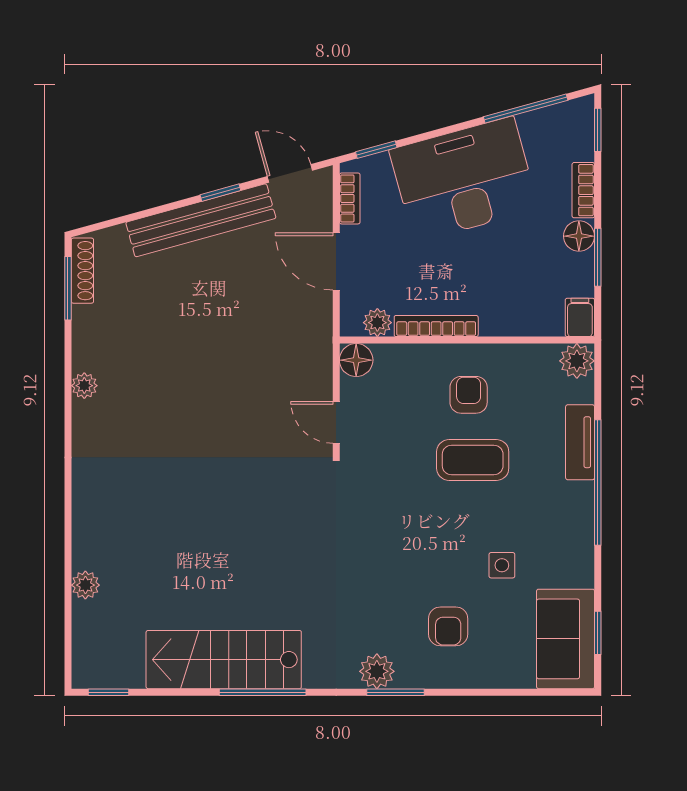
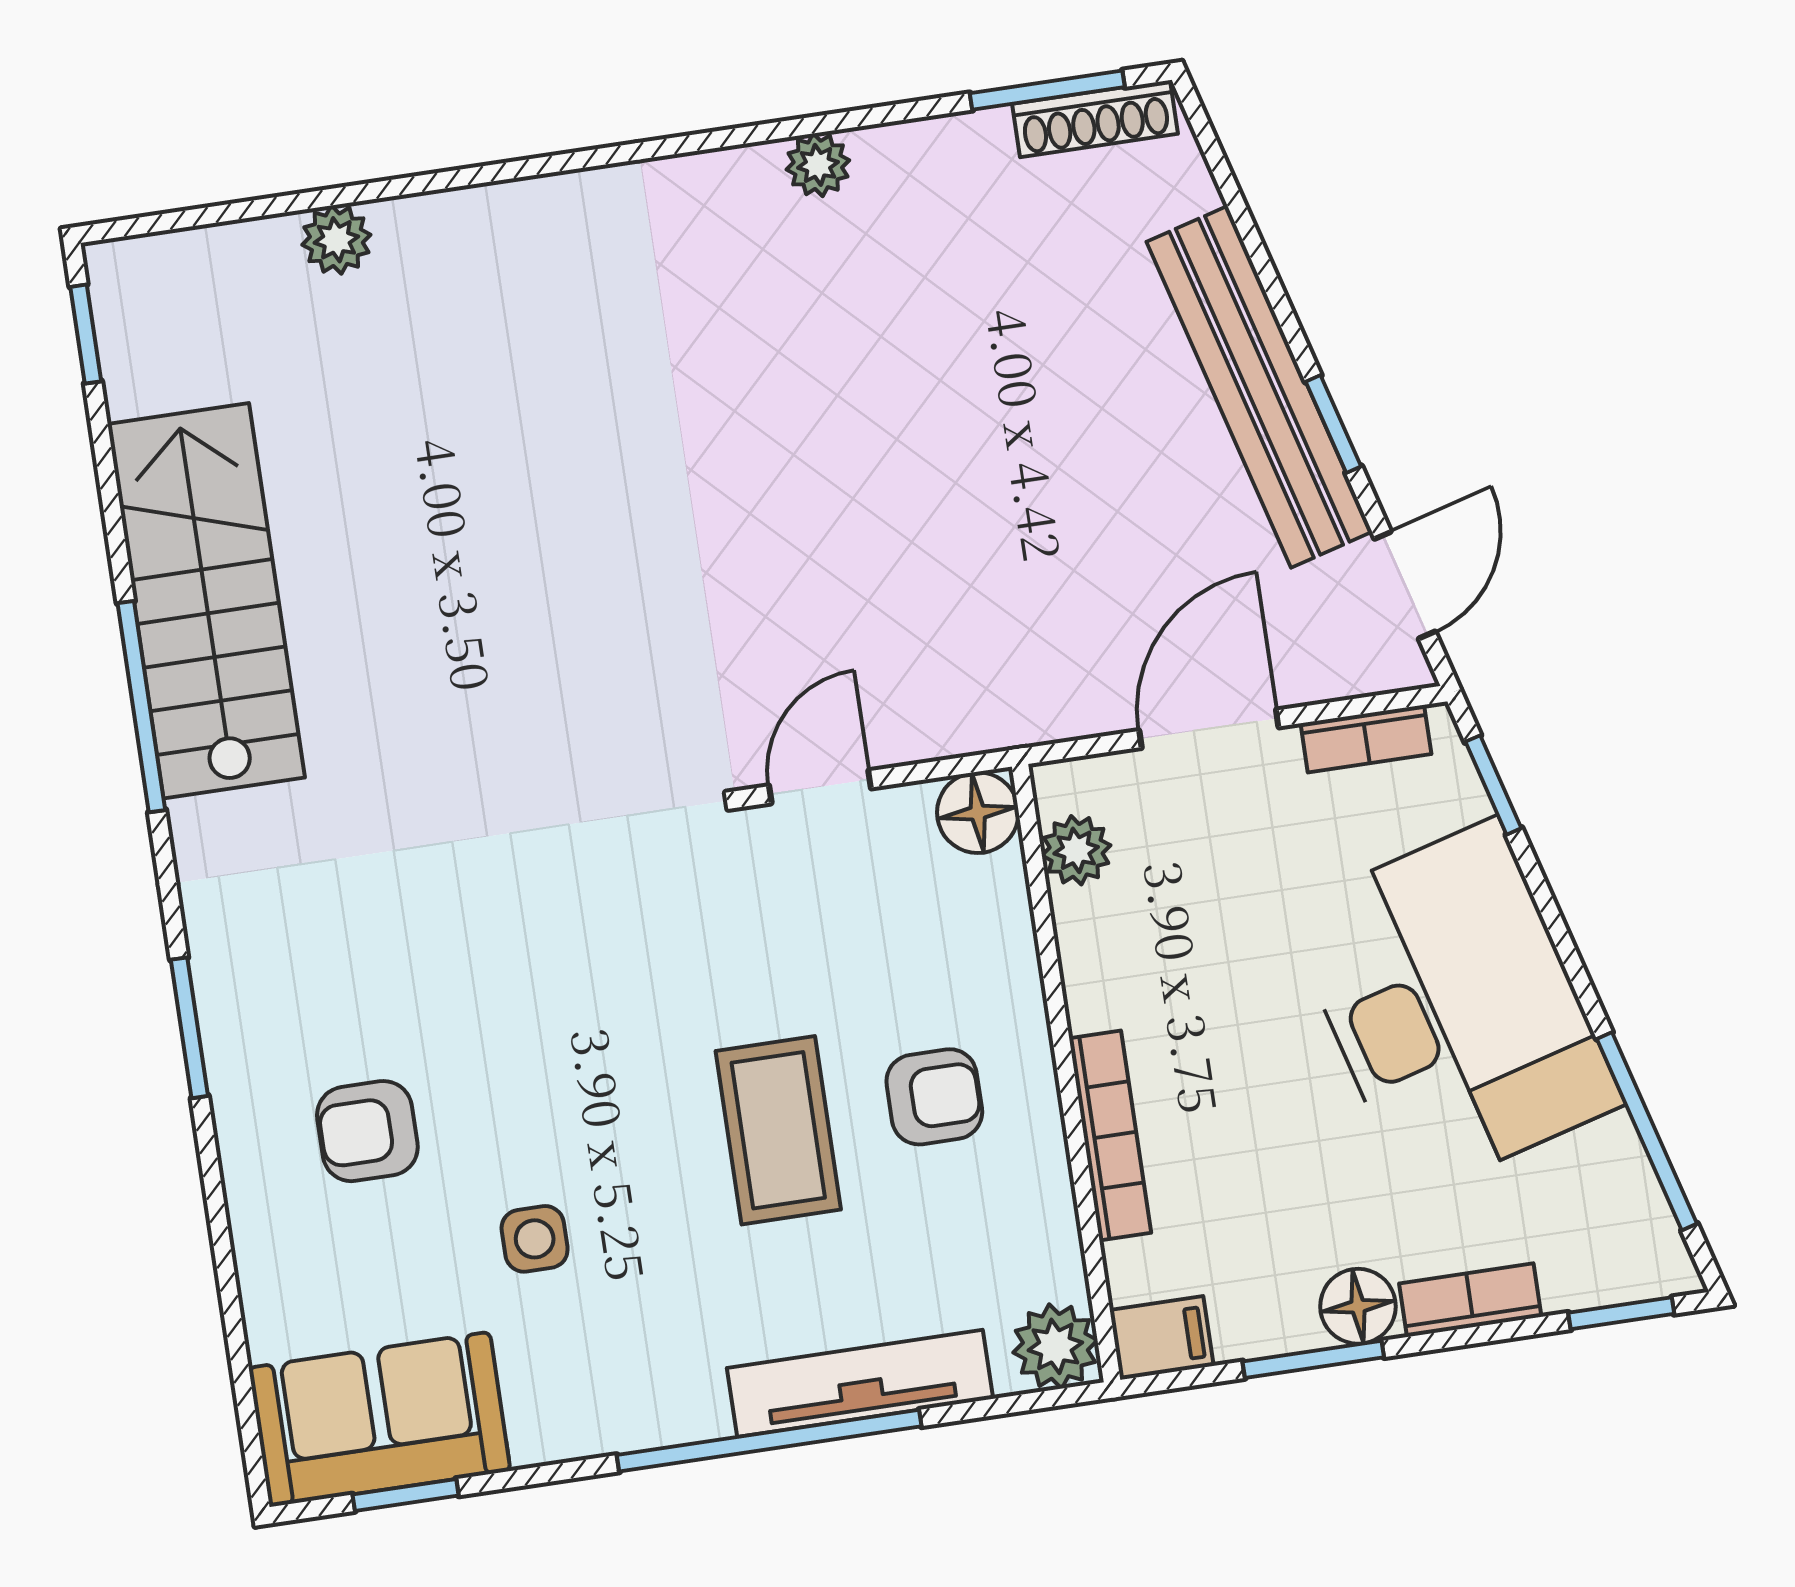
bookcase: (436, 326) -> (1110, 1136), moved
tv unit: (580, 442) -> (860, 1383), width x1.41
plant: (377, 671) -> (233, 975), removed

